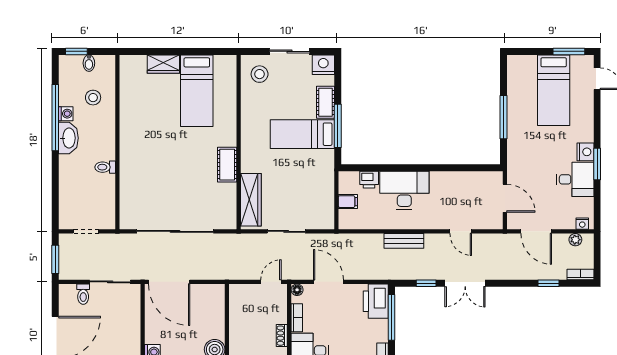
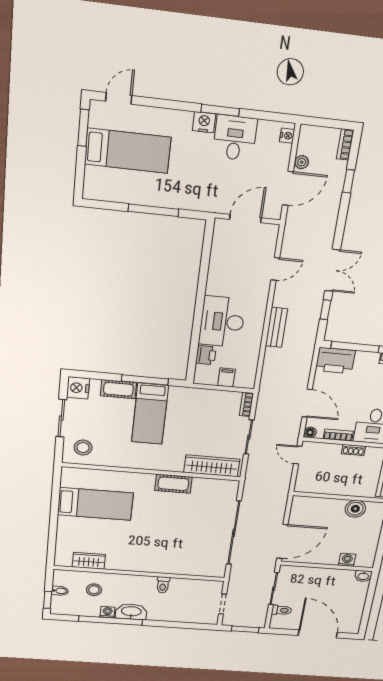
wardrobe: (163, 64) -> (89, 561), moved, turned -90
bookcase: (321, 224) -> (246, 404), added
plant: (575, 240) -> (302, 162), moved
door: (328, 282) -> (307, 403), swing flipped

